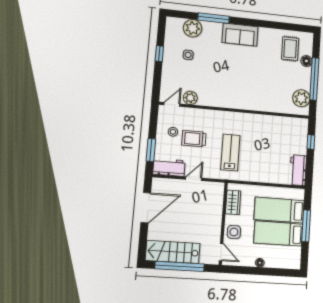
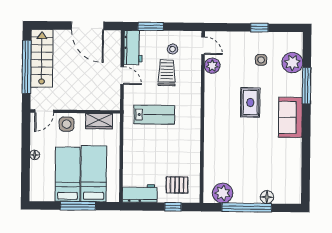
rug: (290, 49) -> (250, 103), moved, turned 90
pallet: (292, 137) -> (177, 185), added

